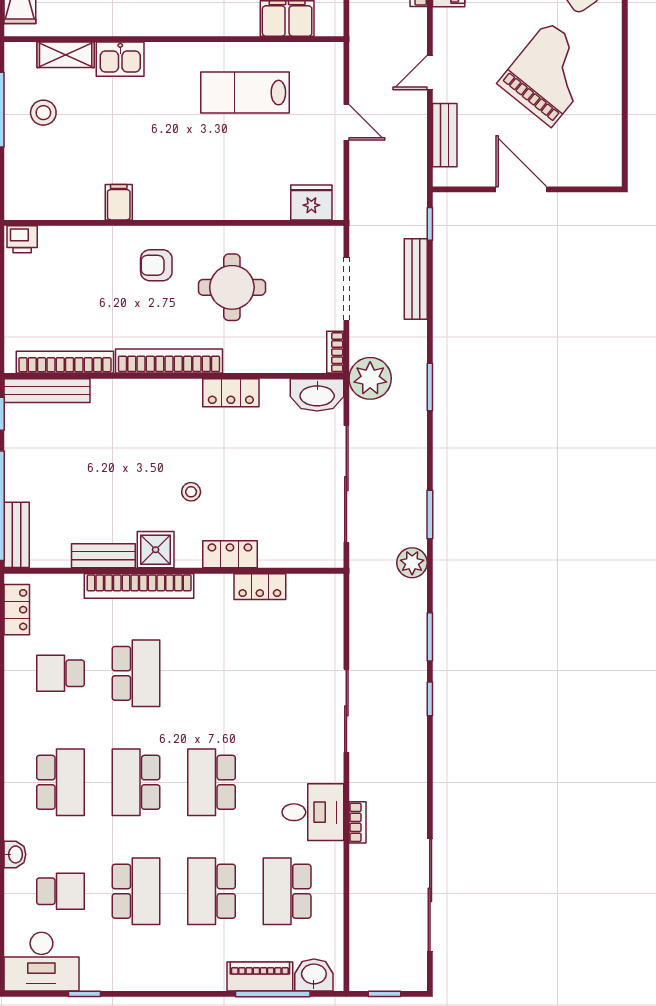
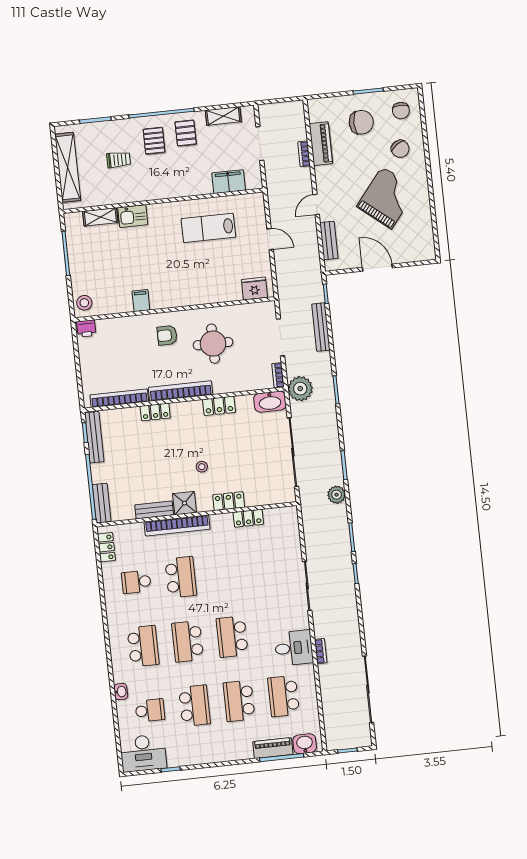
stool: (43, 113) -> (84, 303), moved
bench: (47, 391) -> (94, 437), moved, turned 90
locker: (123, 392) -> (155, 412), added

